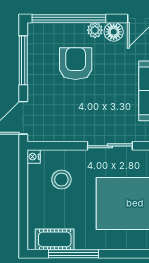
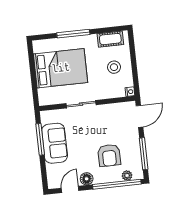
plant: (95, 30) -> (127, 176), moved
stool: (61, 180) -> (114, 67), moved
window: (74, 254) -> (73, 34), moved

